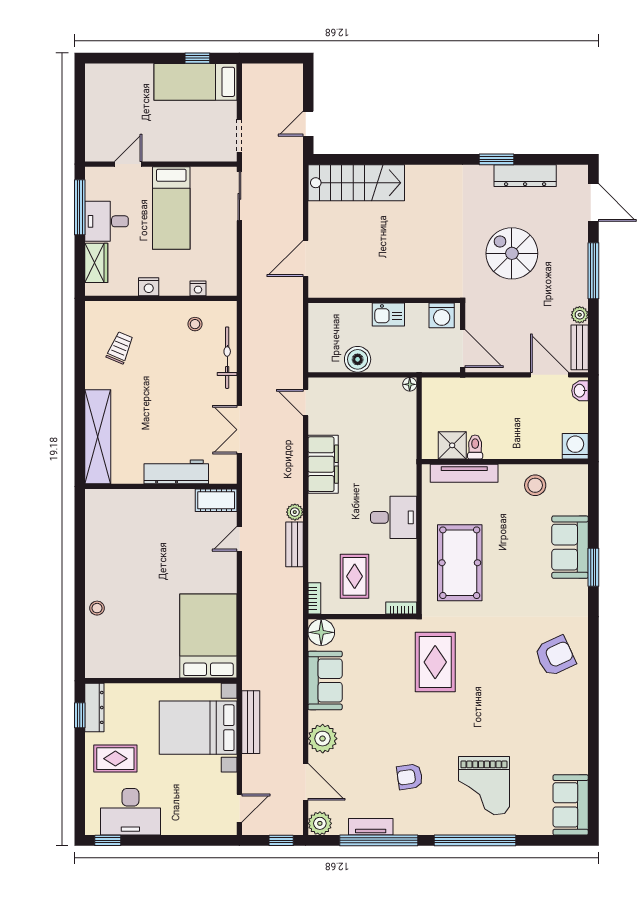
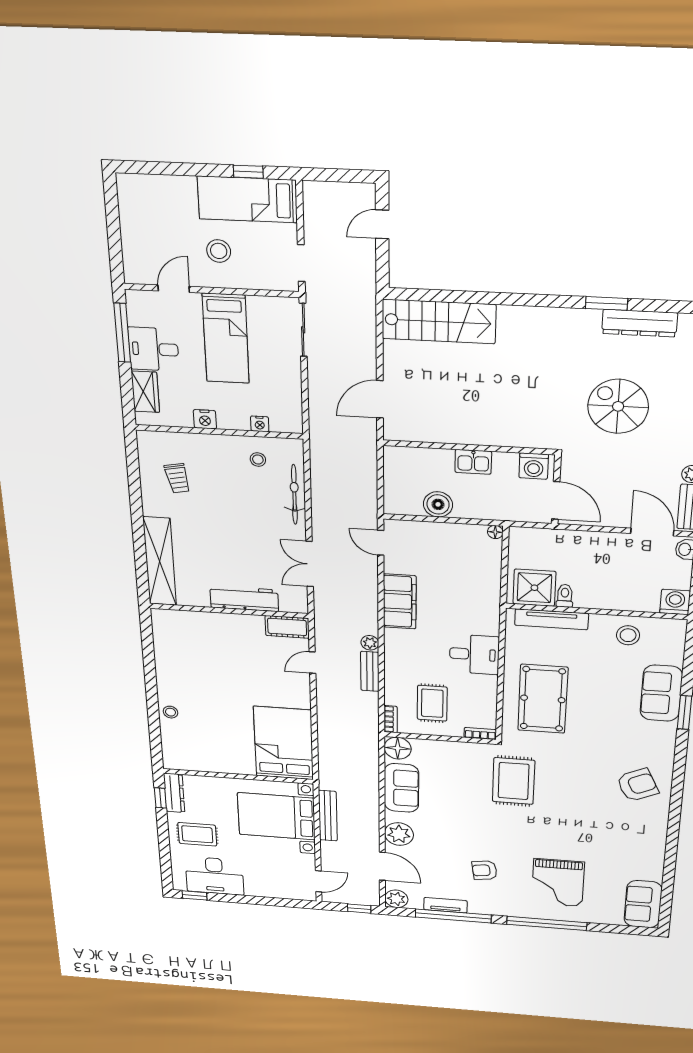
door: (308, 124) -> (382, 224), moved
stool: (169, 128) -> (219, 251), added
trolley: (120, 348) -> (177, 478), turned 146
shower: (452, 445) -> (534, 588), width x1.36, depth x1.36

